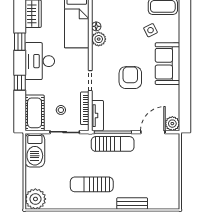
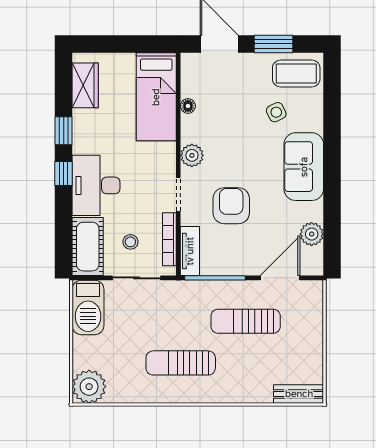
plant: (99, 39) -> (192, 155), moved
desk: (40, 61) -> (96, 185), moved
armchair: (130, 78) -> (231, 206), moved
window: (20, 83) -> (64, 173), moved
plant: (172, 124) -> (312, 234), moved
sun lounger: (113, 144) -> (246, 321), moved, turned 180
bench: (132, 204) -> (299, 394), moved

